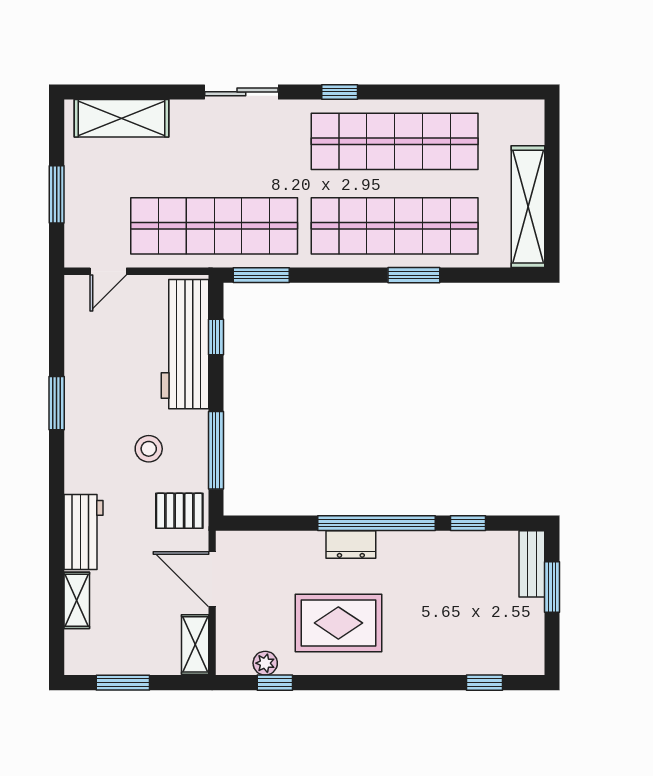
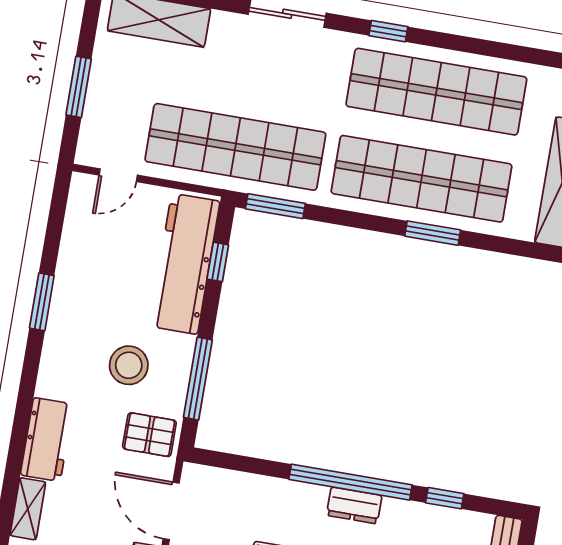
stool: (149, 449) -> (129, 365), width x1.38, depth x1.38
dresser: (351, 545) -> (354, 505), moved

